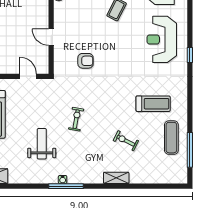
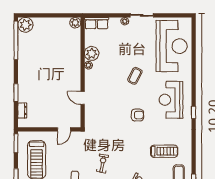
armchair: (85, 61) -> (137, 115), moved
door: (28, 76) -> (64, 129), swing flipped

